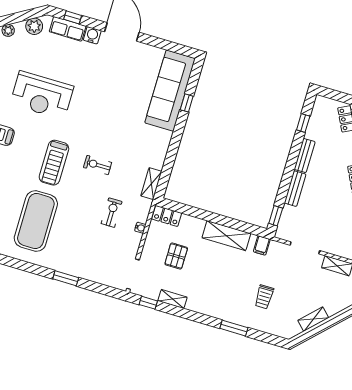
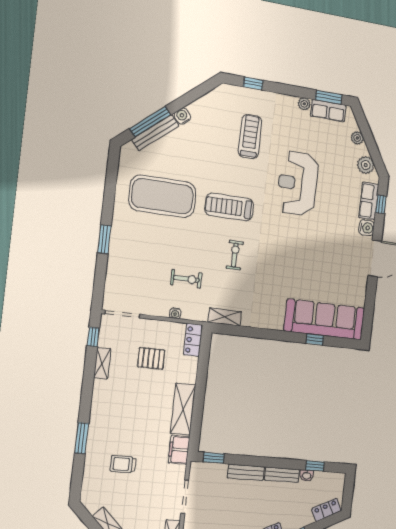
washbasin: (310, 132) -> (307, 475), added
filing cabinet: (262, 246) -> (179, 450), width x2.00

